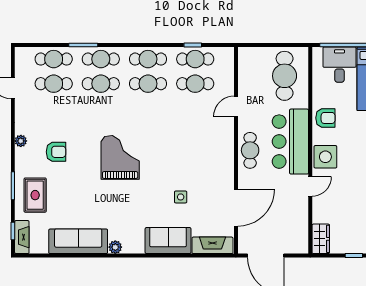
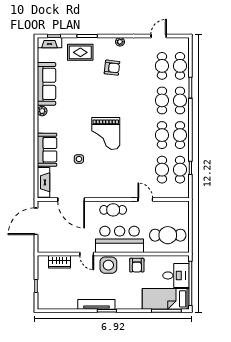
armchair: (56, 152) -> (112, 68), turned -84
grand piano: (120, 157) -> (106, 134), moved, turned 90
wardrobe: (321, 239) -> (59, 262), moved

